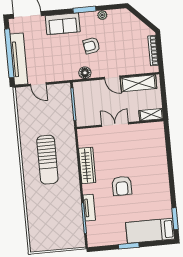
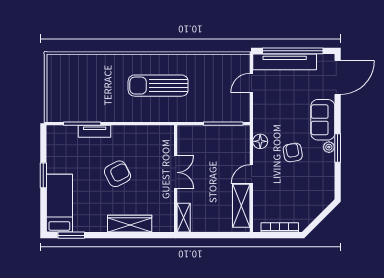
plant: (102, 15) -> (329, 147), moved
shelving: (151, 115) -> (184, 218), moved
wall: (120, 124) -> (176, 179), moved
double door: (115, 125) -> (176, 172), moved
wardrobe: (87, 165) -> (130, 224), moved, turned 180
armchair: (122, 186) -> (117, 174), turned 153

